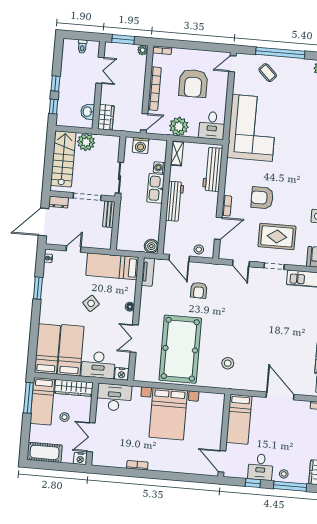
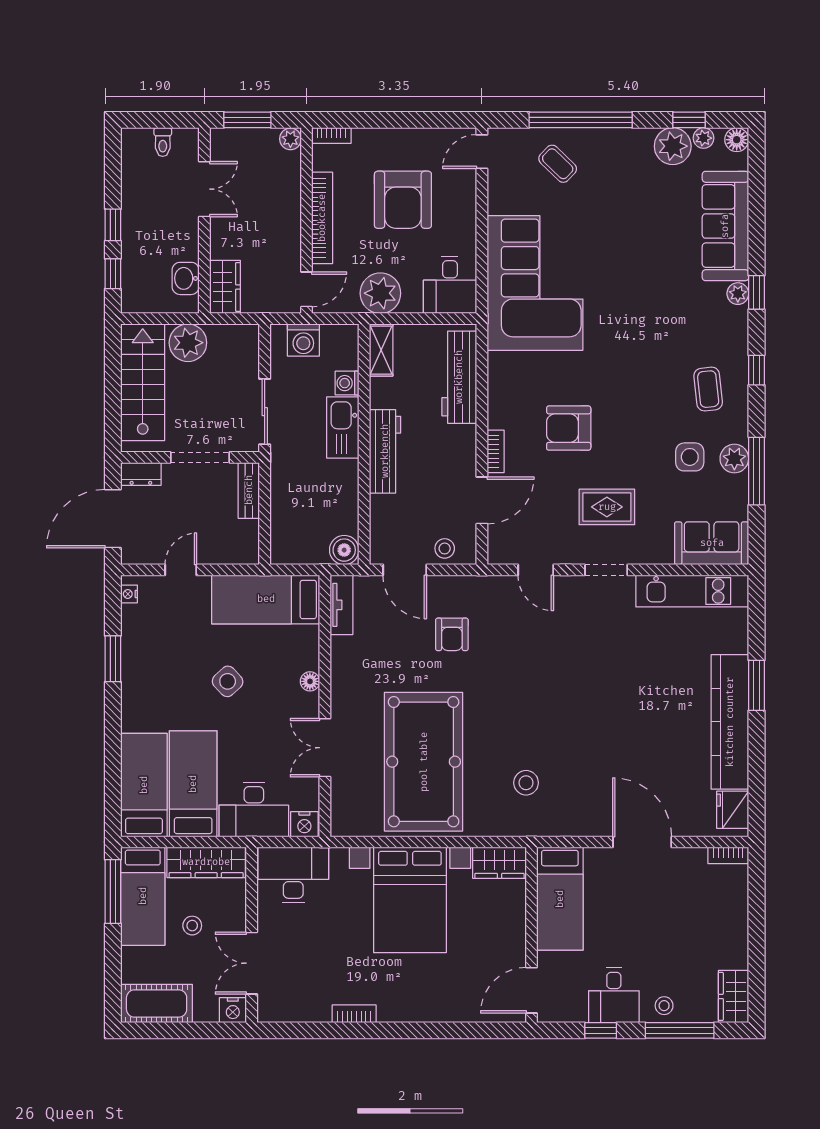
rug: (277, 236) -> (607, 507), width x0.73, depth x0.70
wardrobe: (212, 400) -> (499, 863), added
door: (222, 461) -> (532, 990), hinge flipped

